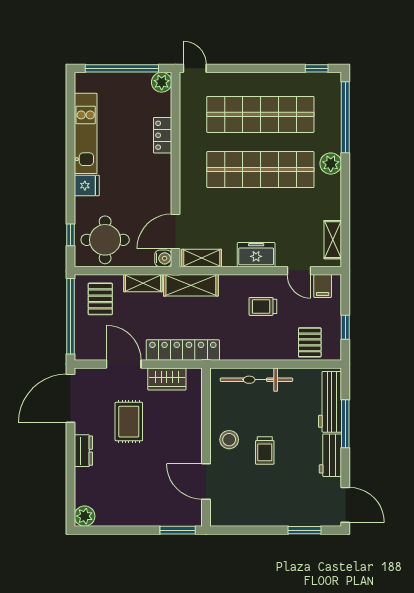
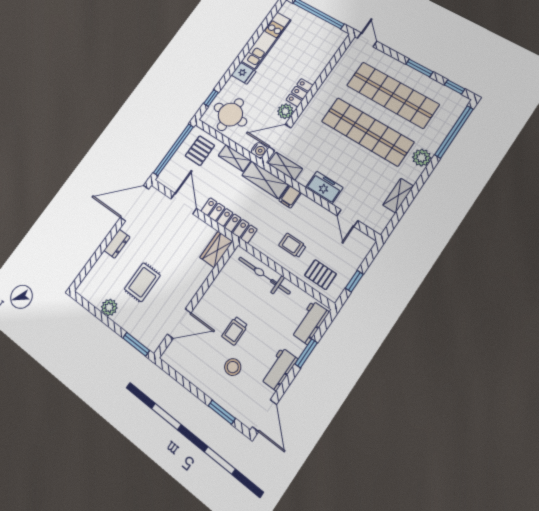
window: (269, 68) -> (419, 68), added
plant: (162, 82) -> (285, 111), moved
locker: (163, 135) -> (300, 93), moved
shelving: (333, 240) -> (398, 196), moved
filing cabinet: (323, 286) -> (290, 197), moved
trolley: (263, 306) -> (292, 245), moved
pallet: (310, 342) -> (320, 275), turned 90
wardrobe: (167, 379) -> (216, 250), moved, turned 90
workbench: (330, 402) -> (310, 322), width x0.73
rug: (129, 422) -> (142, 282), moved
window: (345, 424) -> (306, 353), width x0.69
stool: (229, 440) -> (233, 367), moved
door: (206, 482) -> (179, 324), swing flipped
plant: (85, 516) -> (109, 307), moved

